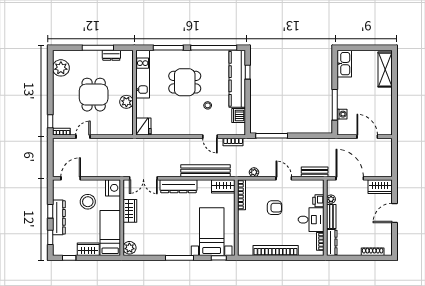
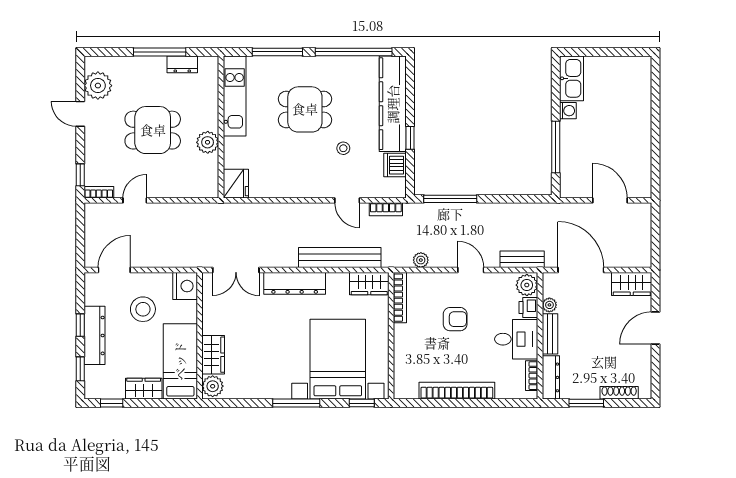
shelving: (385, 70) -> (640, 88), removed
window: (248, 72) -> (410, 138), moved
door: (50, 85) -> (80, 114), added
dining table: (94, 95) -> (153, 130), turned 90
washing machine: (342, 114) -> (568, 111), moved
plant: (317, 187) -> (527, 285), added
wardrobe: (130, 211) -> (213, 355), moved
bed with nightstands: (212, 232) -> (338, 359), width x1.36
window: (353, 258) -> (586, 403), added

